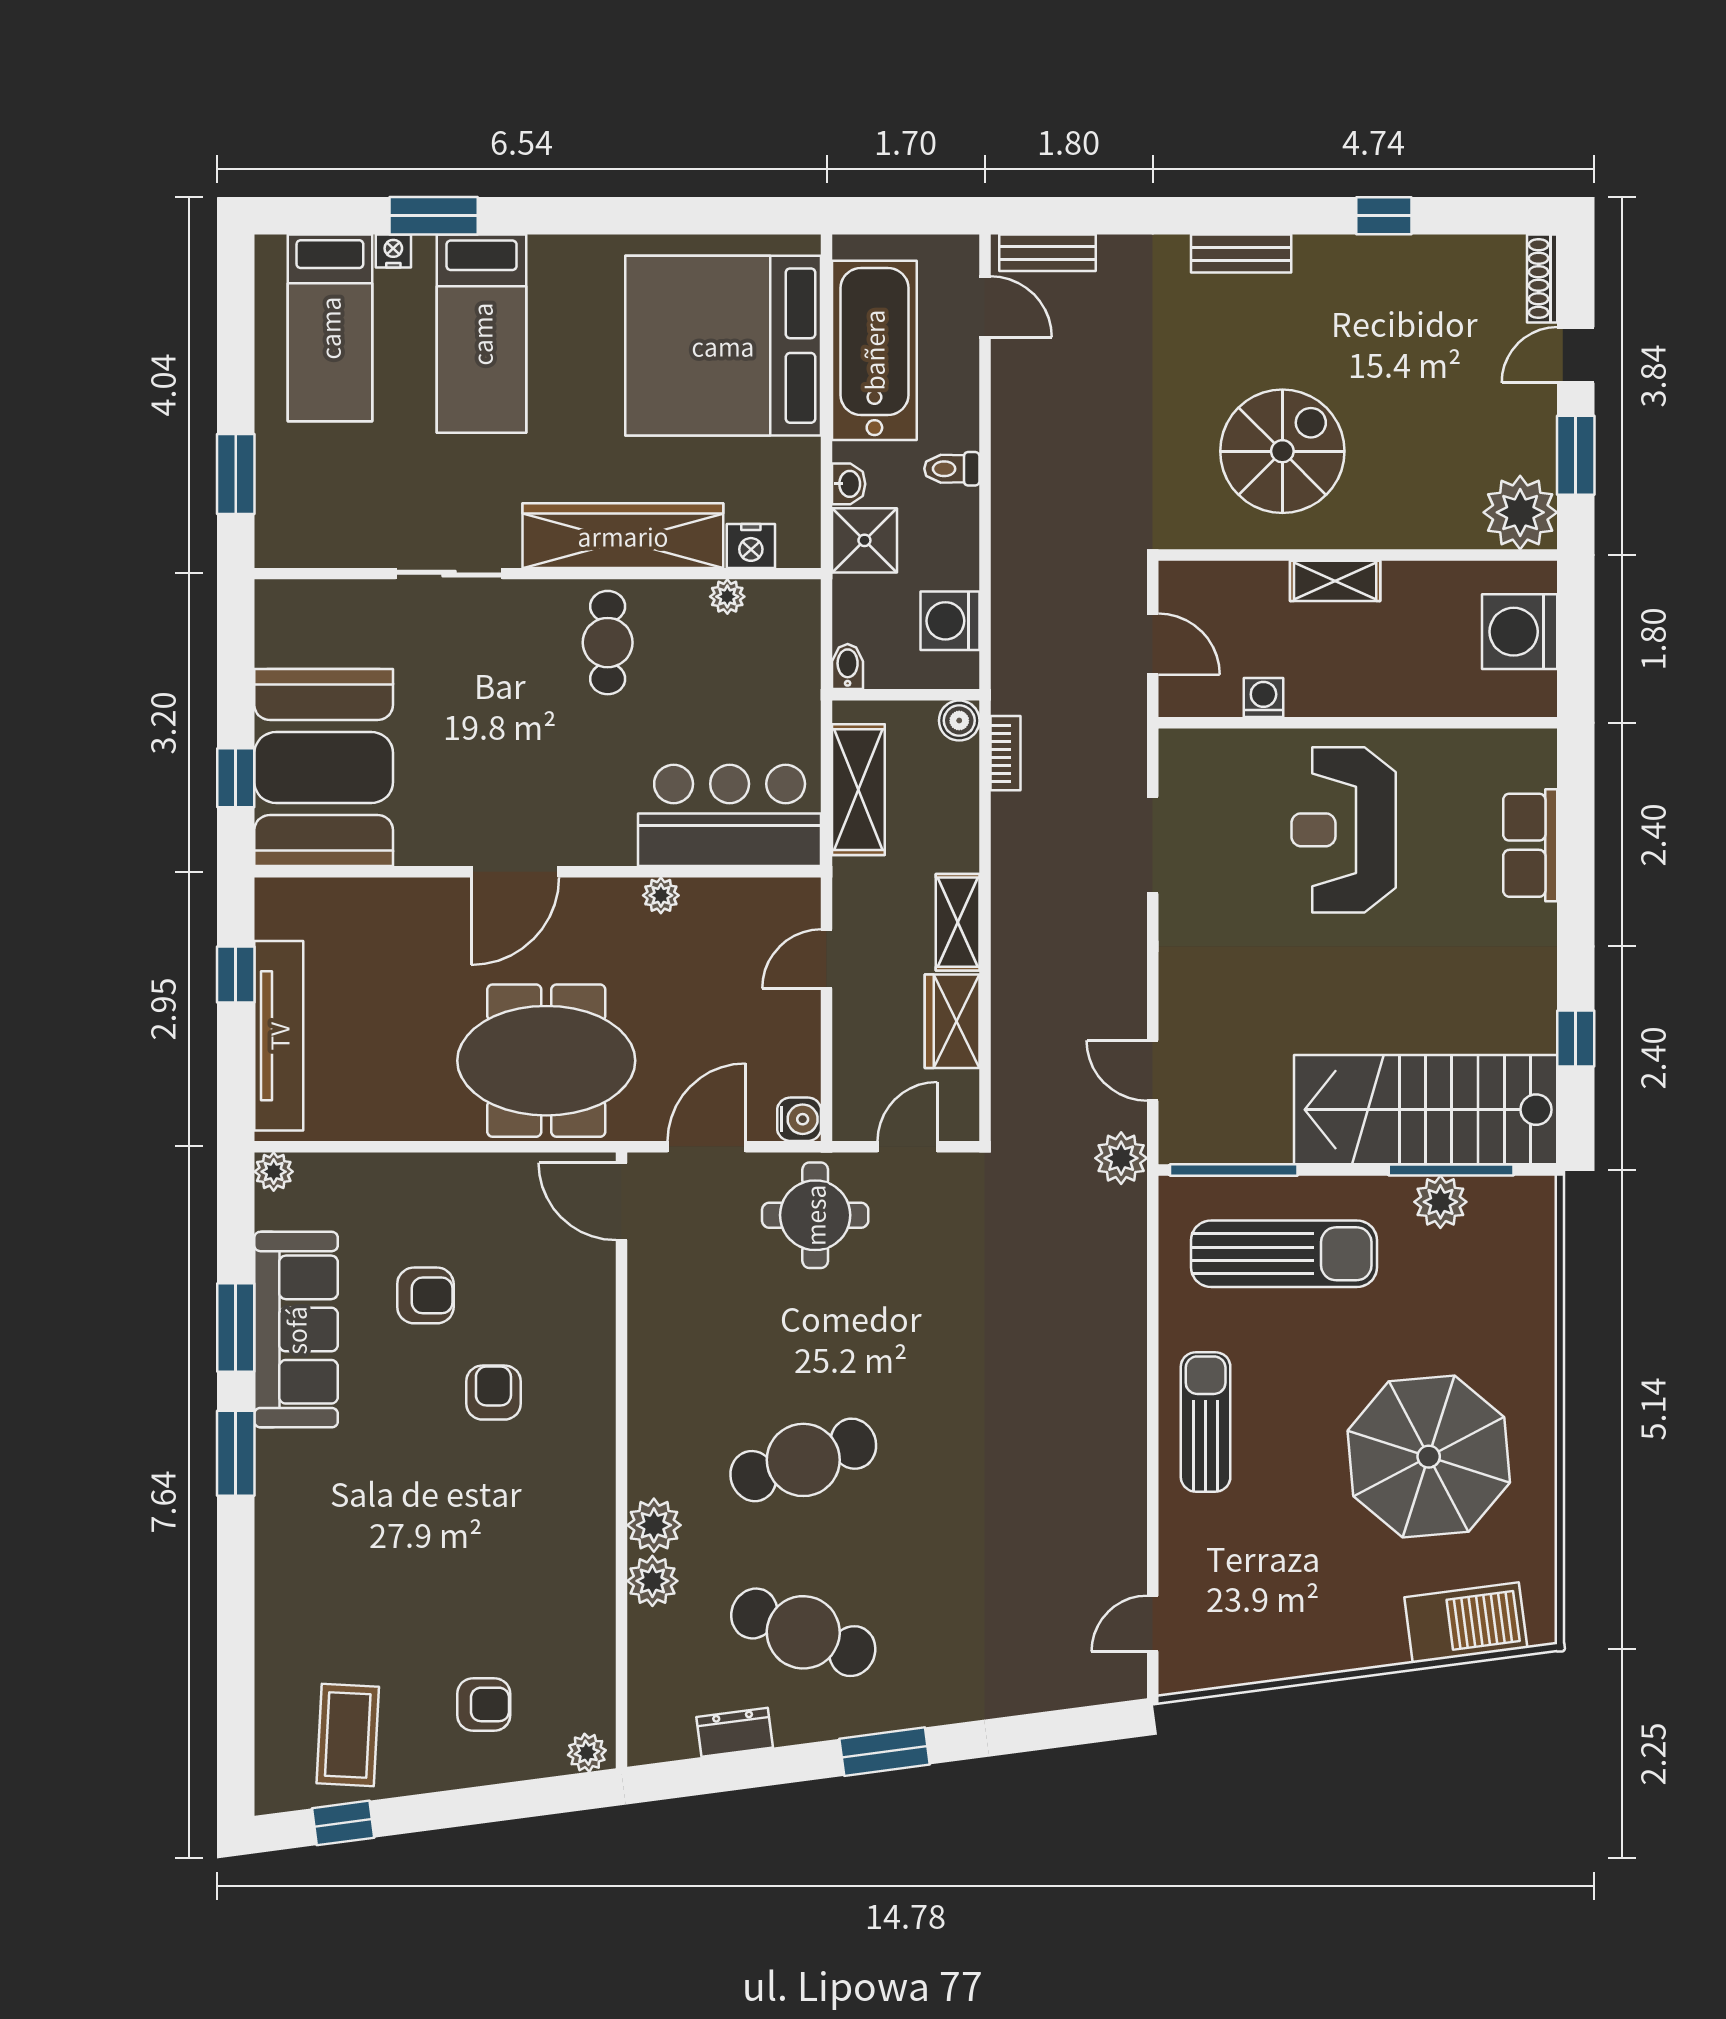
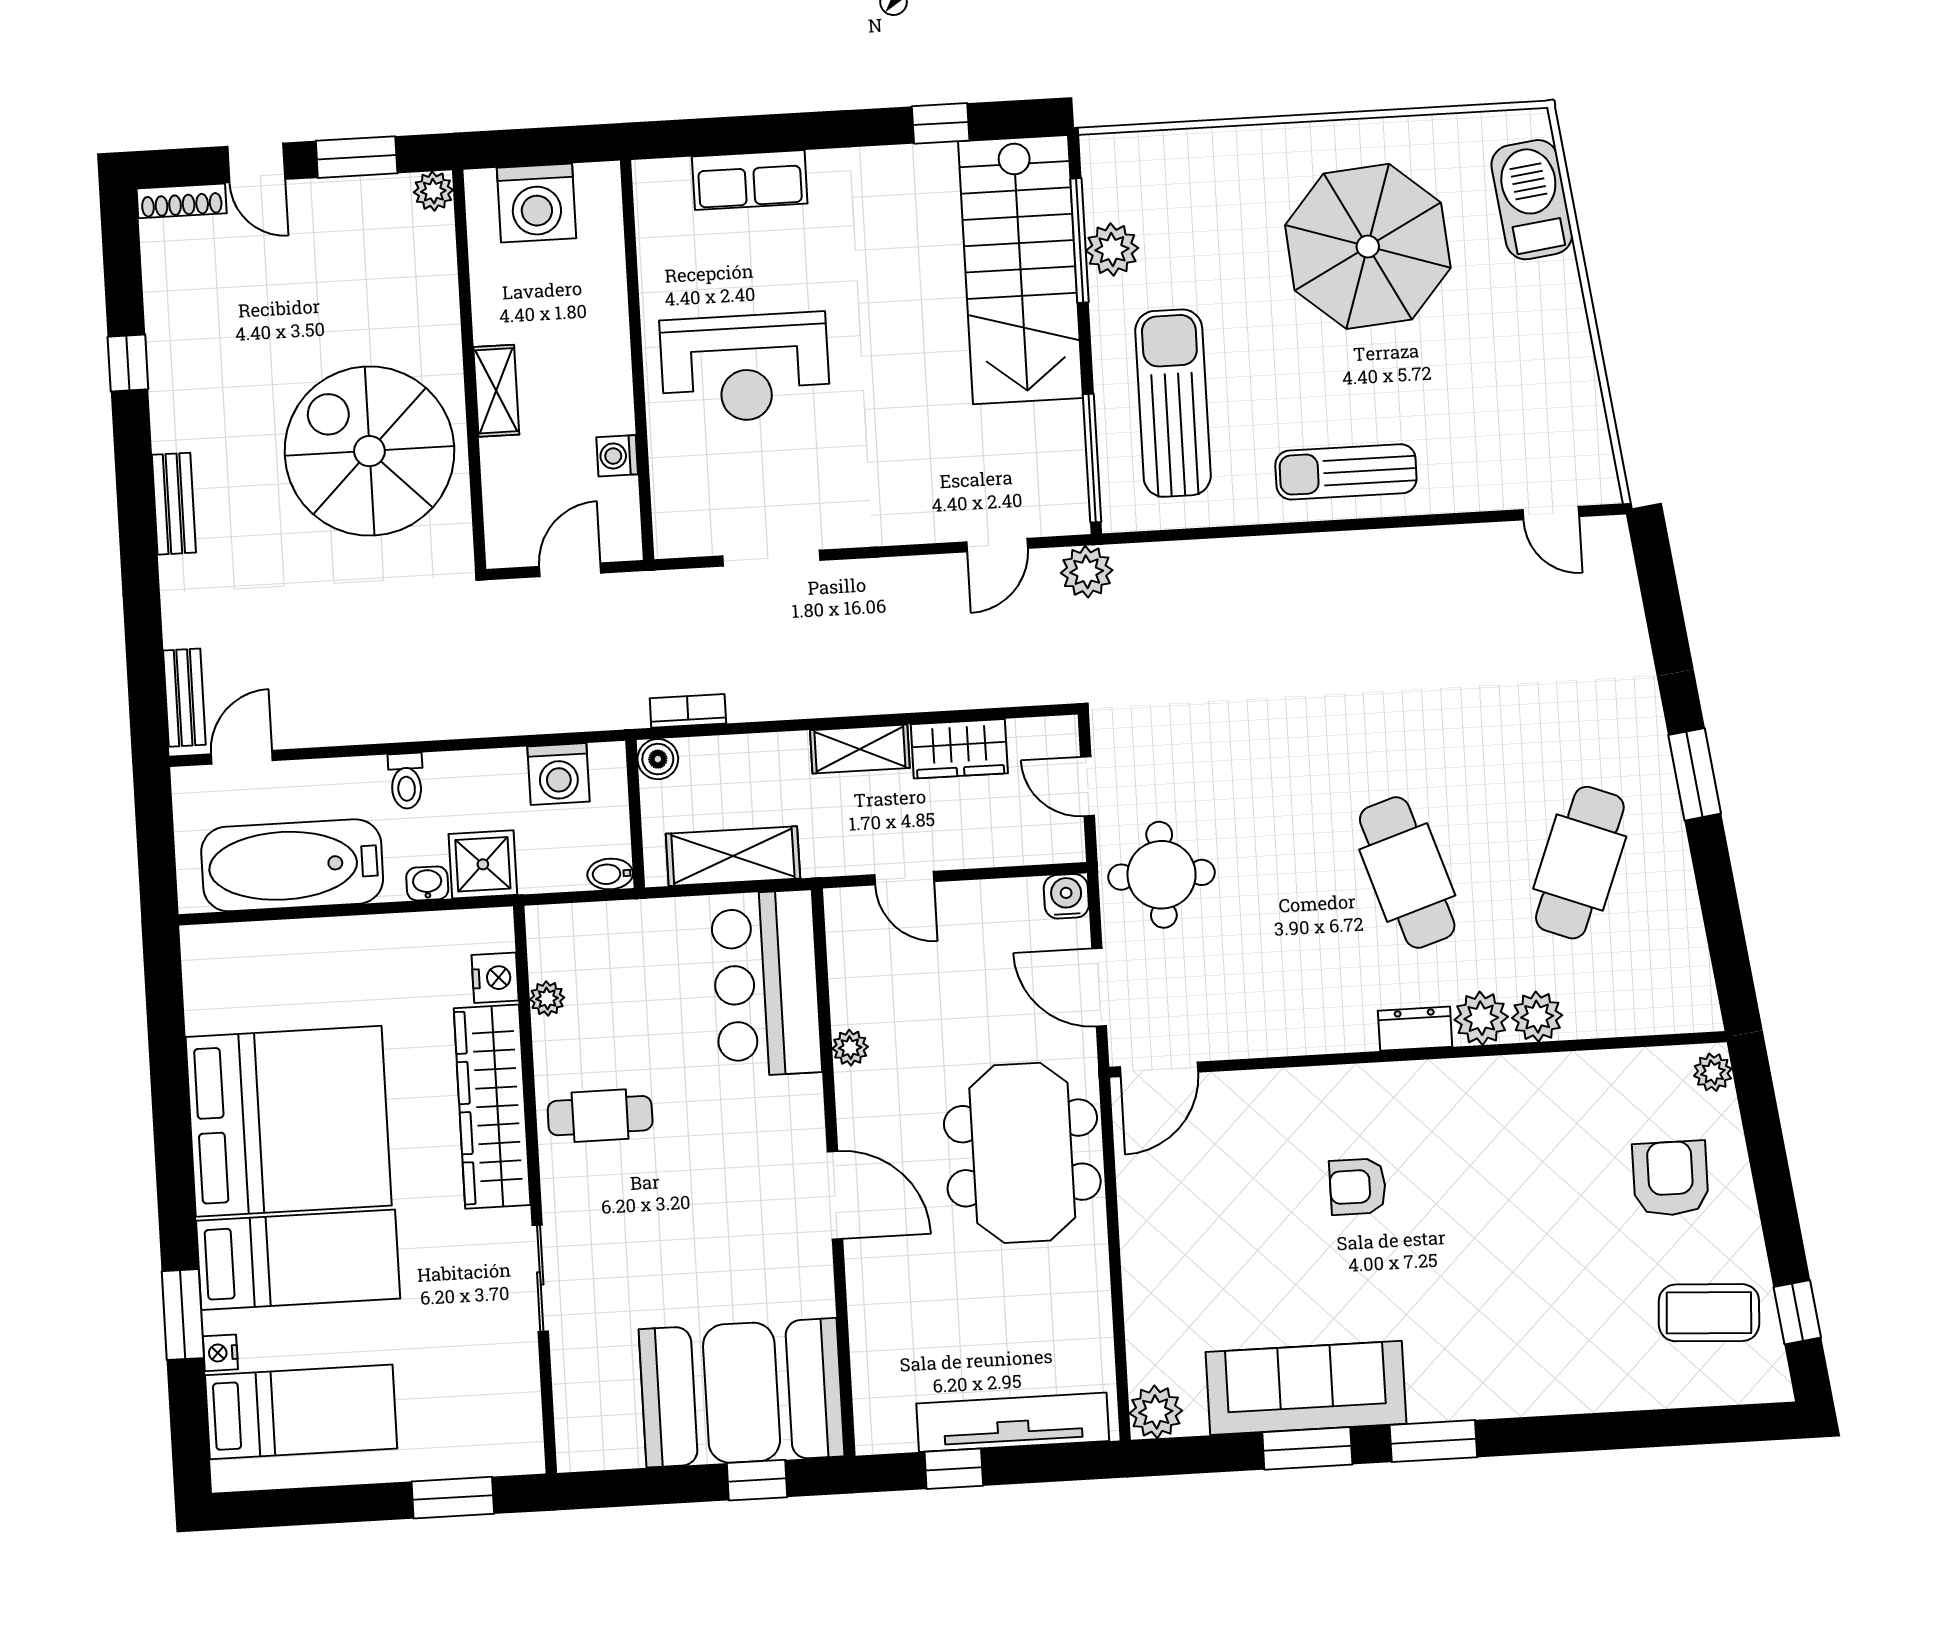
bed: (723, 346) -> (289, 1121), moved, turned -90
spiral stairs: (1282, 451) -> (369, 451), width x1.37, depth x1.37
plant: (1520, 512) -> (433, 191), width x0.53, depth x0.53
plant: (274, 1172) -> (1156, 1412), width x1.38, depth x1.38
armchair: (425, 1295) -> (1264, 1260), removed
armchair: (484, 1704) -> (1670, 1178), width x1.38, depth x1.38
dresser: (735, 1732) -> (1415, 1029), moved, turned 98

